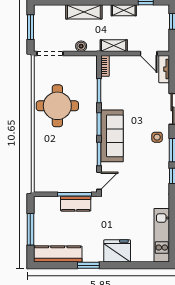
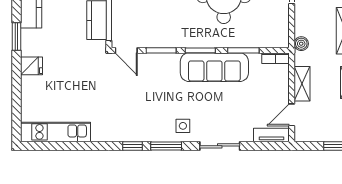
boiler: (81, 46) -> (301, 44), moved
shelving: (114, 46) -> (302, 84), moved
sofa: (112, 136) -> (214, 67), moved
fridge: (117, 251) -> (31, 66), width x0.53, depth x0.75

